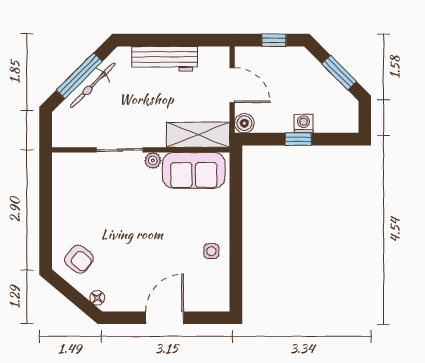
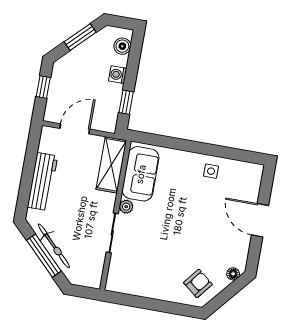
boiler: (244, 123) -> (122, 46), moved
window: (298, 139) -> (126, 102), moved

